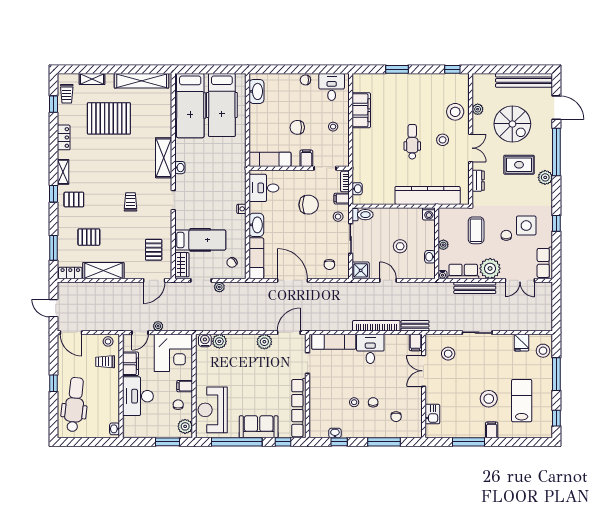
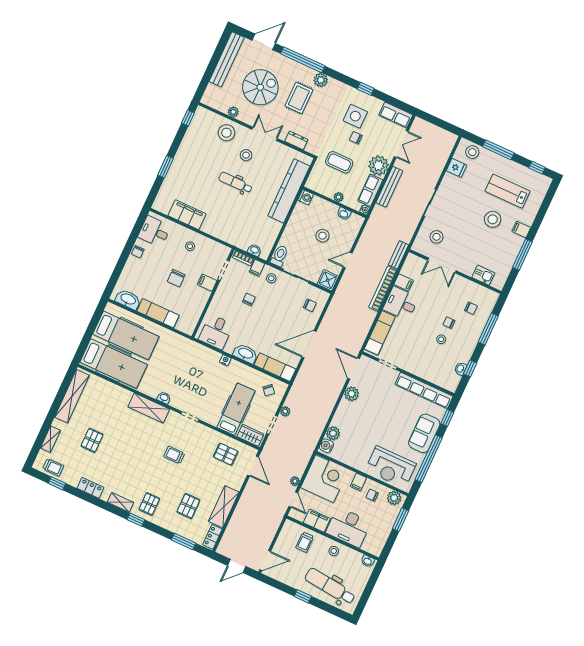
pallet: (109, 118) -> (92, 440), width x0.49, depth x0.50
exam couch: (270, 159) -> (158, 313), moved, turned 90
chair: (309, 205) -> (249, 299), width x0.54, depth x0.54
stool: (108, 341) -> (334, 551), moved
filing cabinet: (416, 342) -> (404, 282), moved

